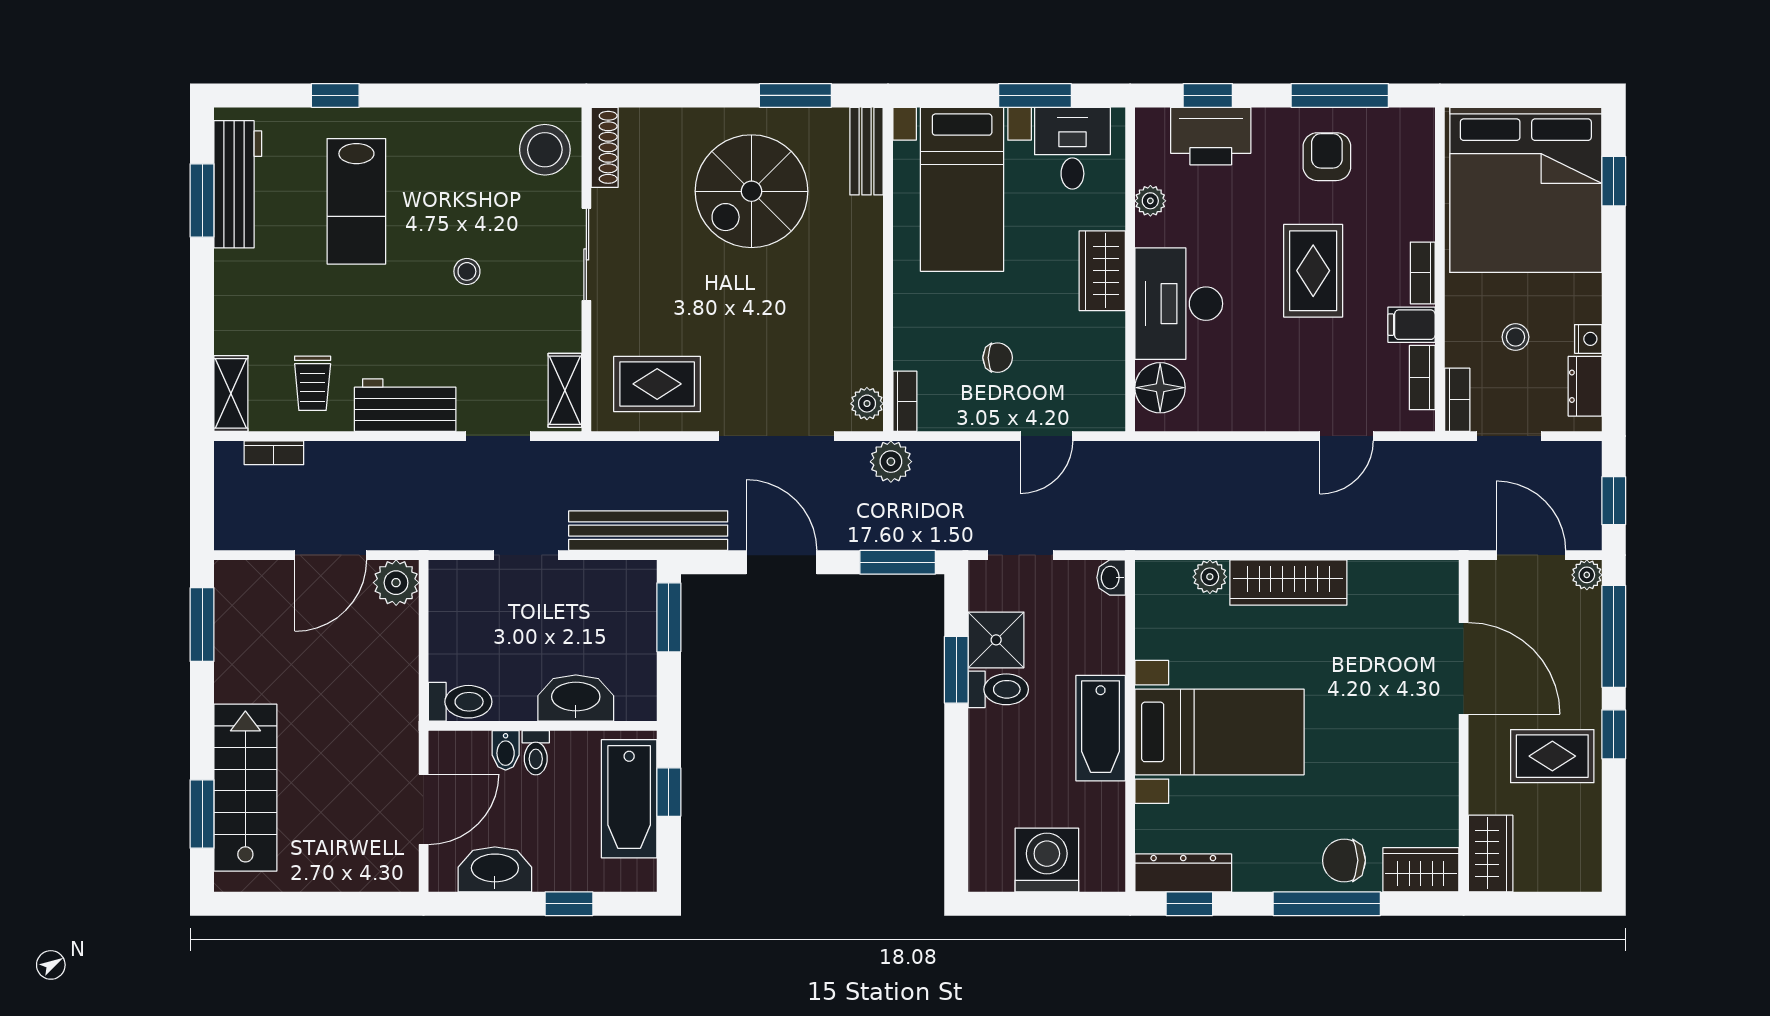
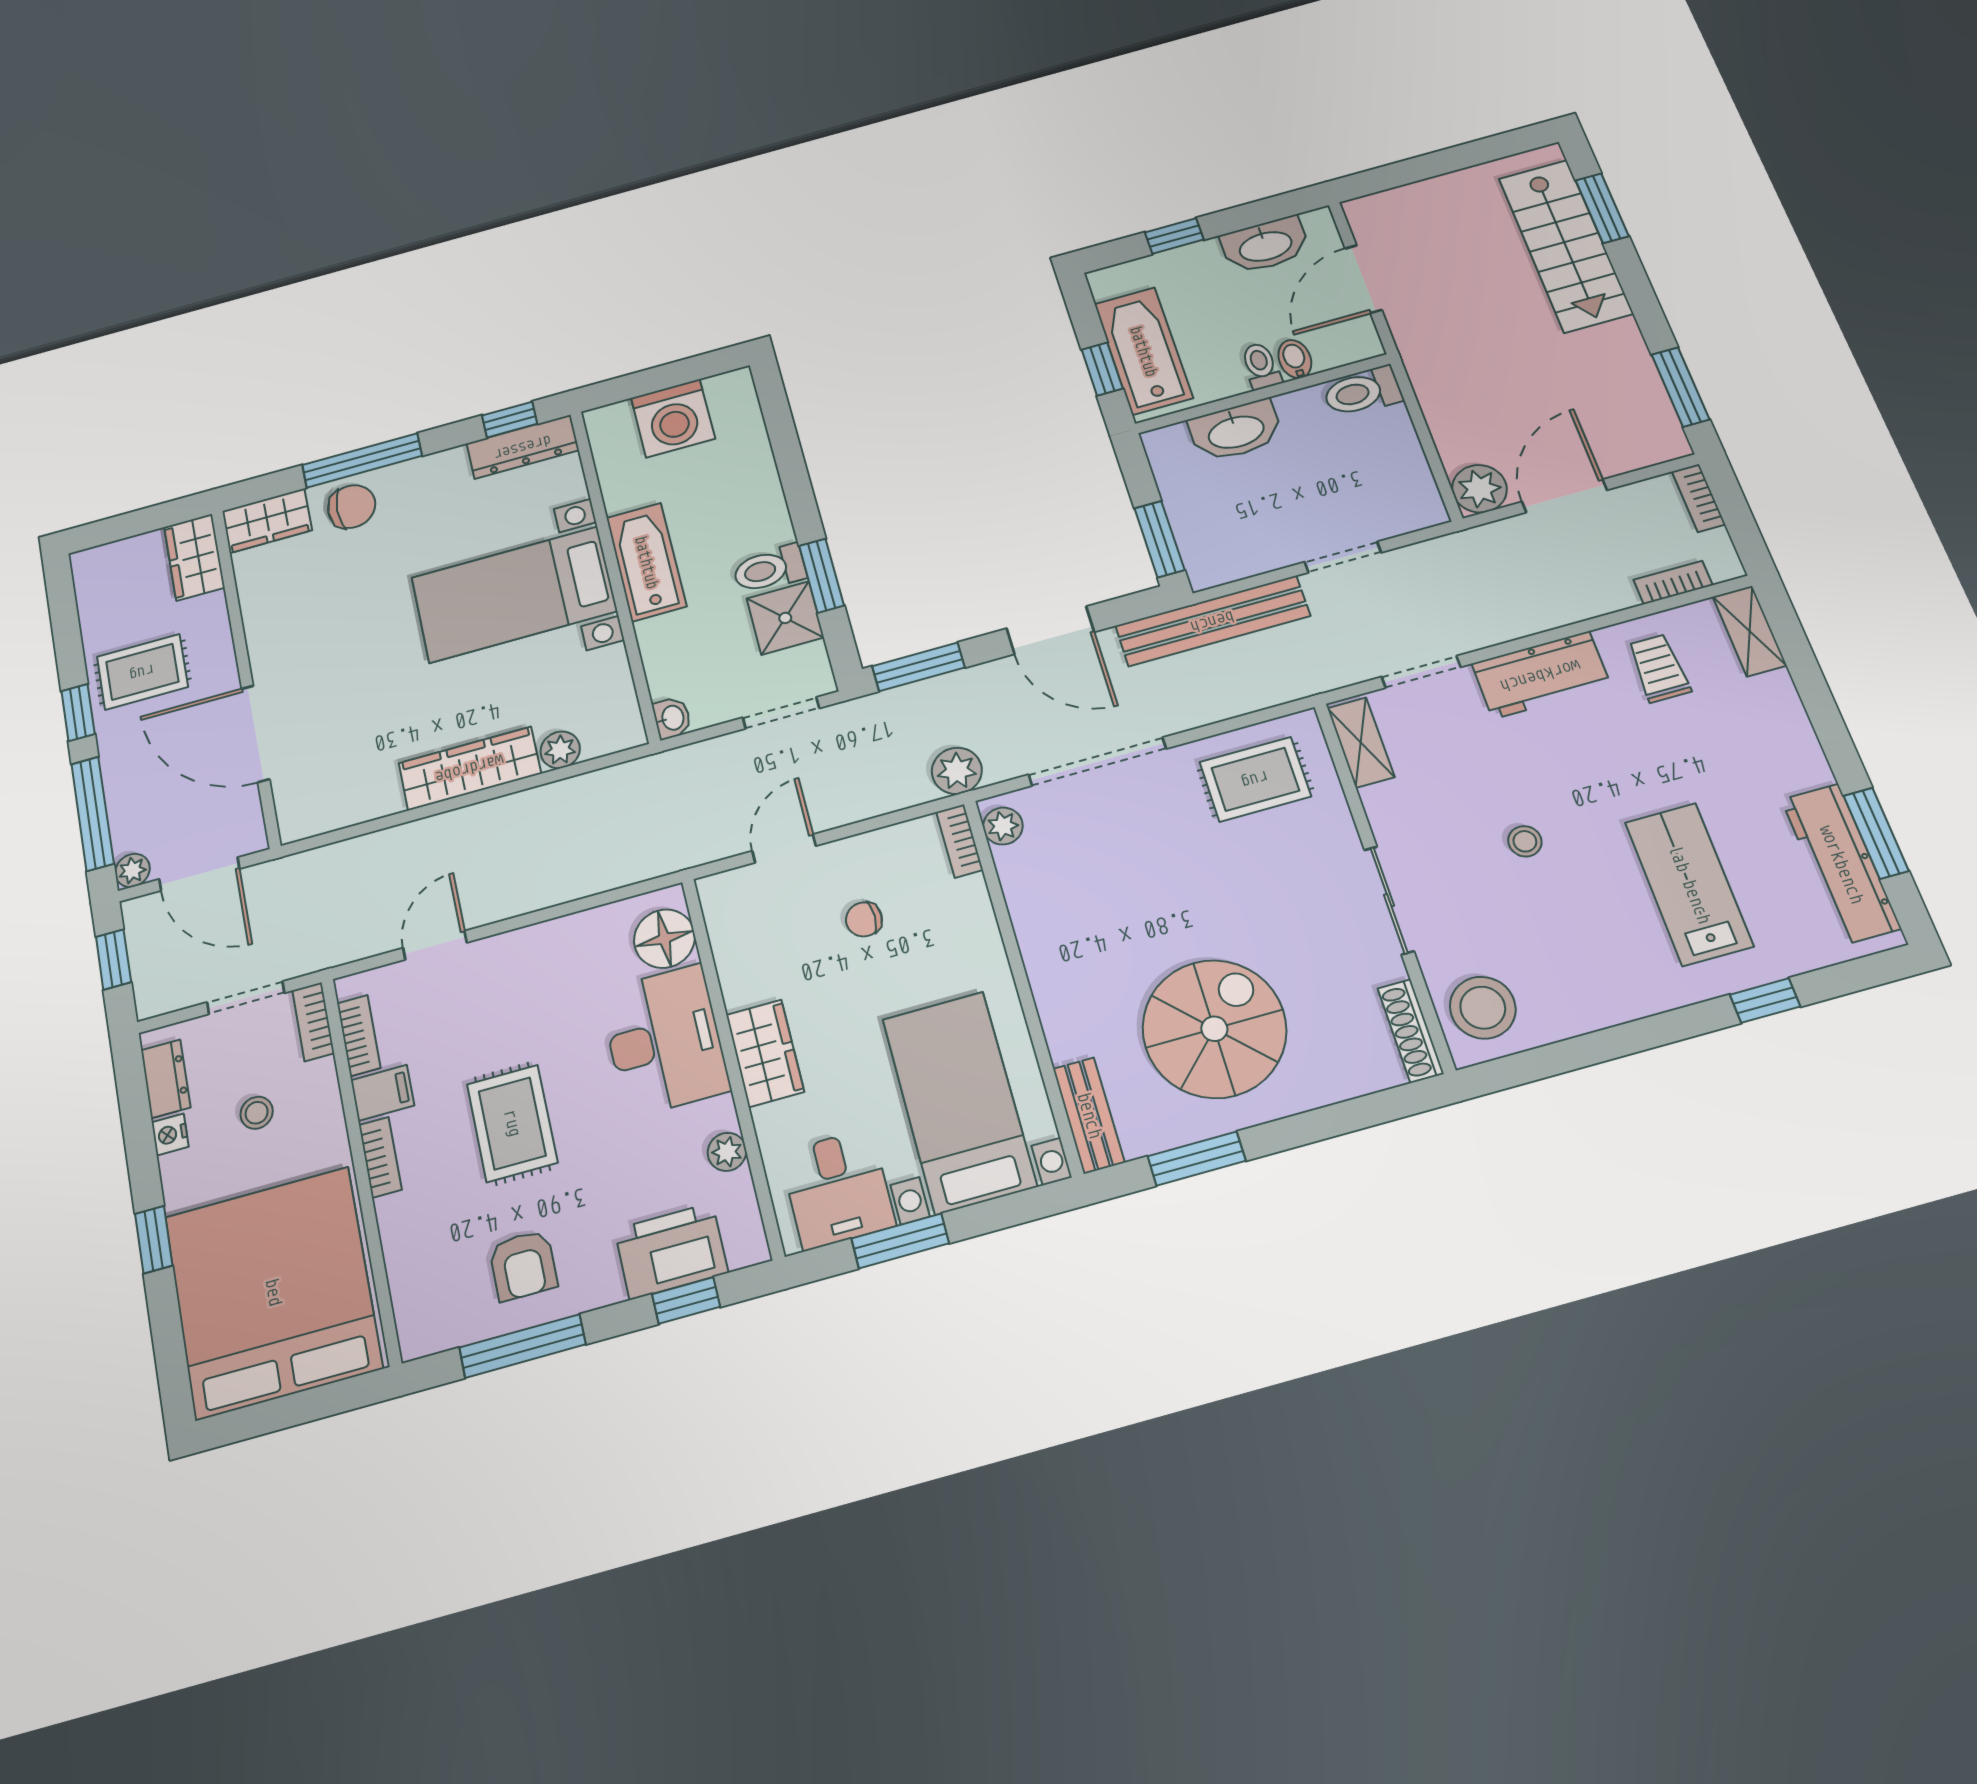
window: (1614, 181) -> (154, 1240), moved
bookcase: (226, 520) -> (1698, 498), added

